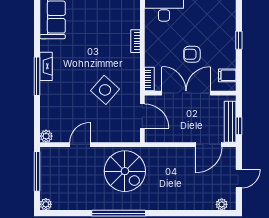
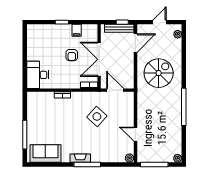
filing cabinet: (227, 75) -> (77, 30), moved
door: (142, 116) -> (115, 90), hinge flipped
door: (209, 145) -> (135, 43), hinge flipped
spiral stairs: (125, 171) -> (159, 73), moved
door: (239, 179) -> (159, 22), hinge flipped

